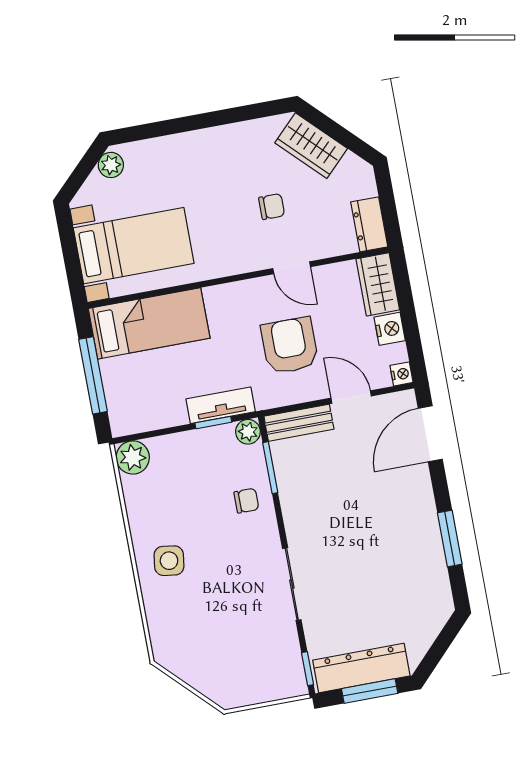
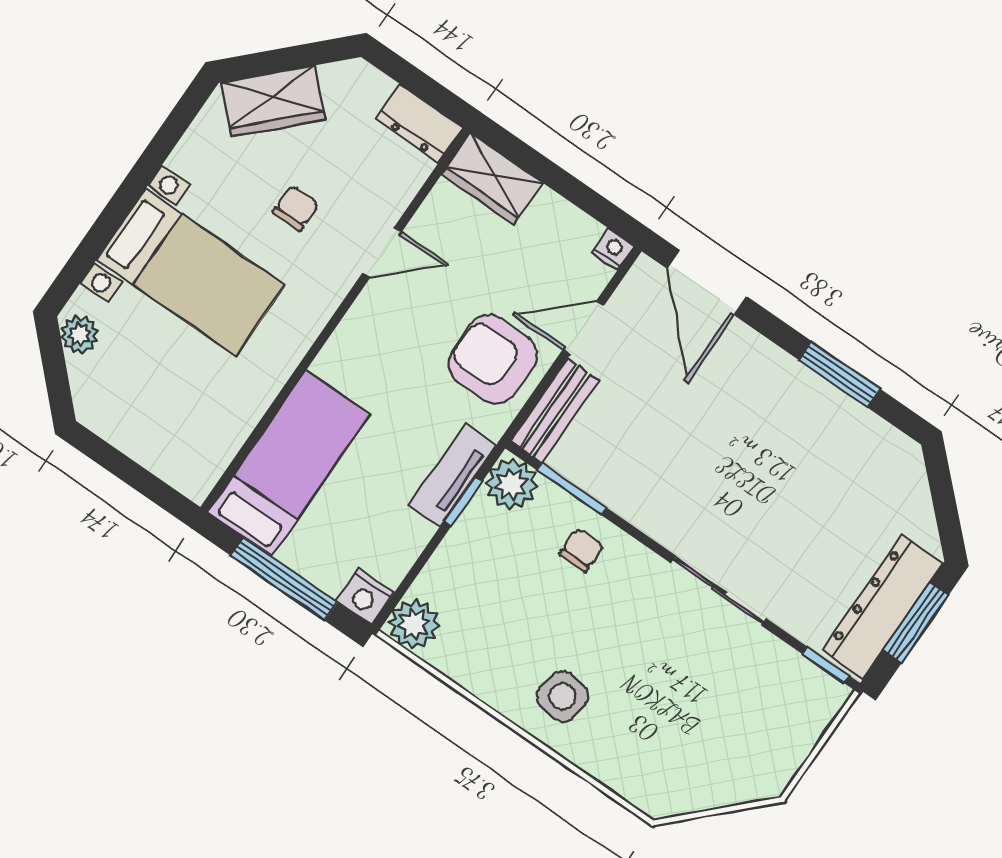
bed with nightstands: (134, 246) -> (191, 272), moved, turned 90
nightstand: (390, 329) -> (365, 597), moved, turned 180
armchair: (290, 346) -> (493, 359), moved
plant: (248, 432) -> (512, 484), width x1.38, depth x1.38

